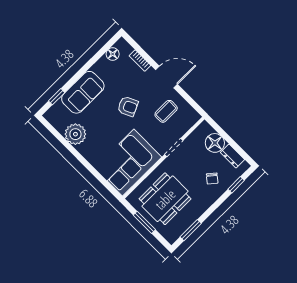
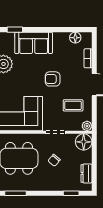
armchair: (128, 106) -> (53, 79), turned 115
plant: (194, 117) -> (87, 126), added
floor lamp: (215, 143) -> (84, 142), moved
chair: (212, 179) -> (54, 160), moved

